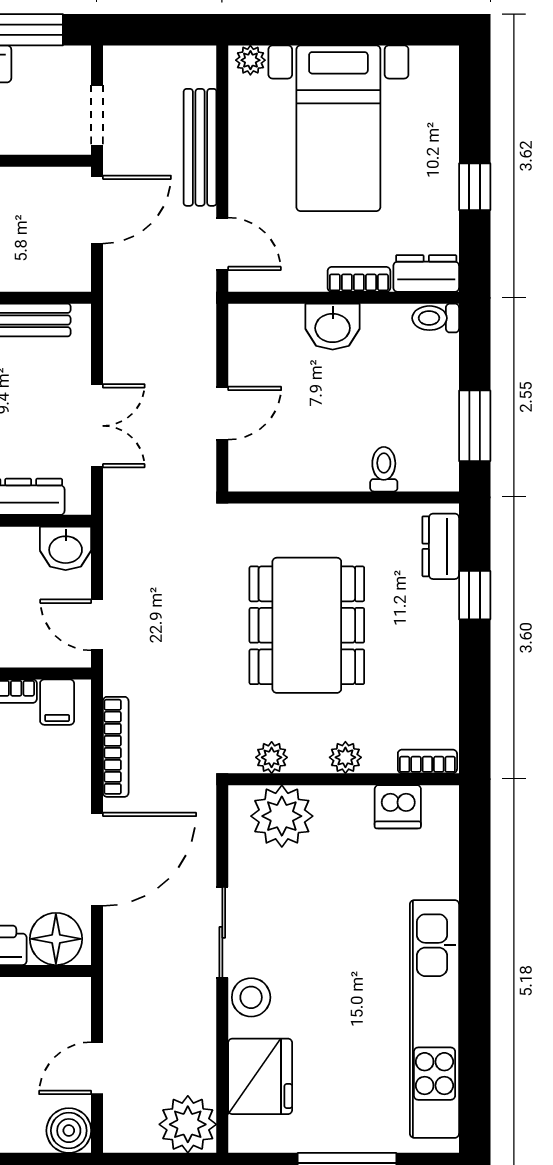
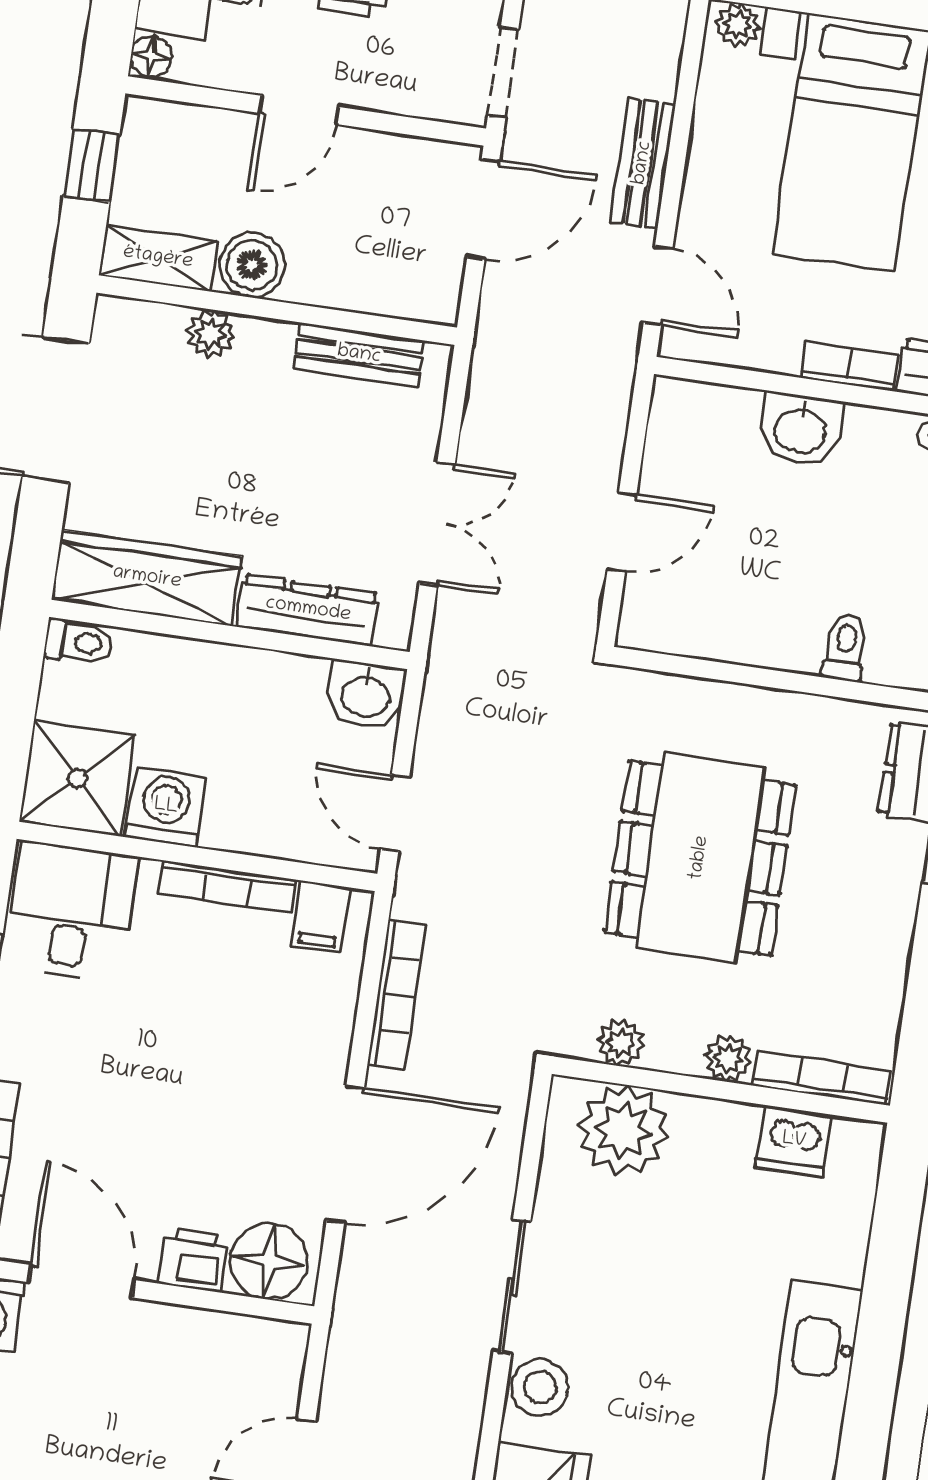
bench: (200, 147) -> (643, 163), width x0.73
bookcase: (427, 761) -> (822, 1078), width x1.56

